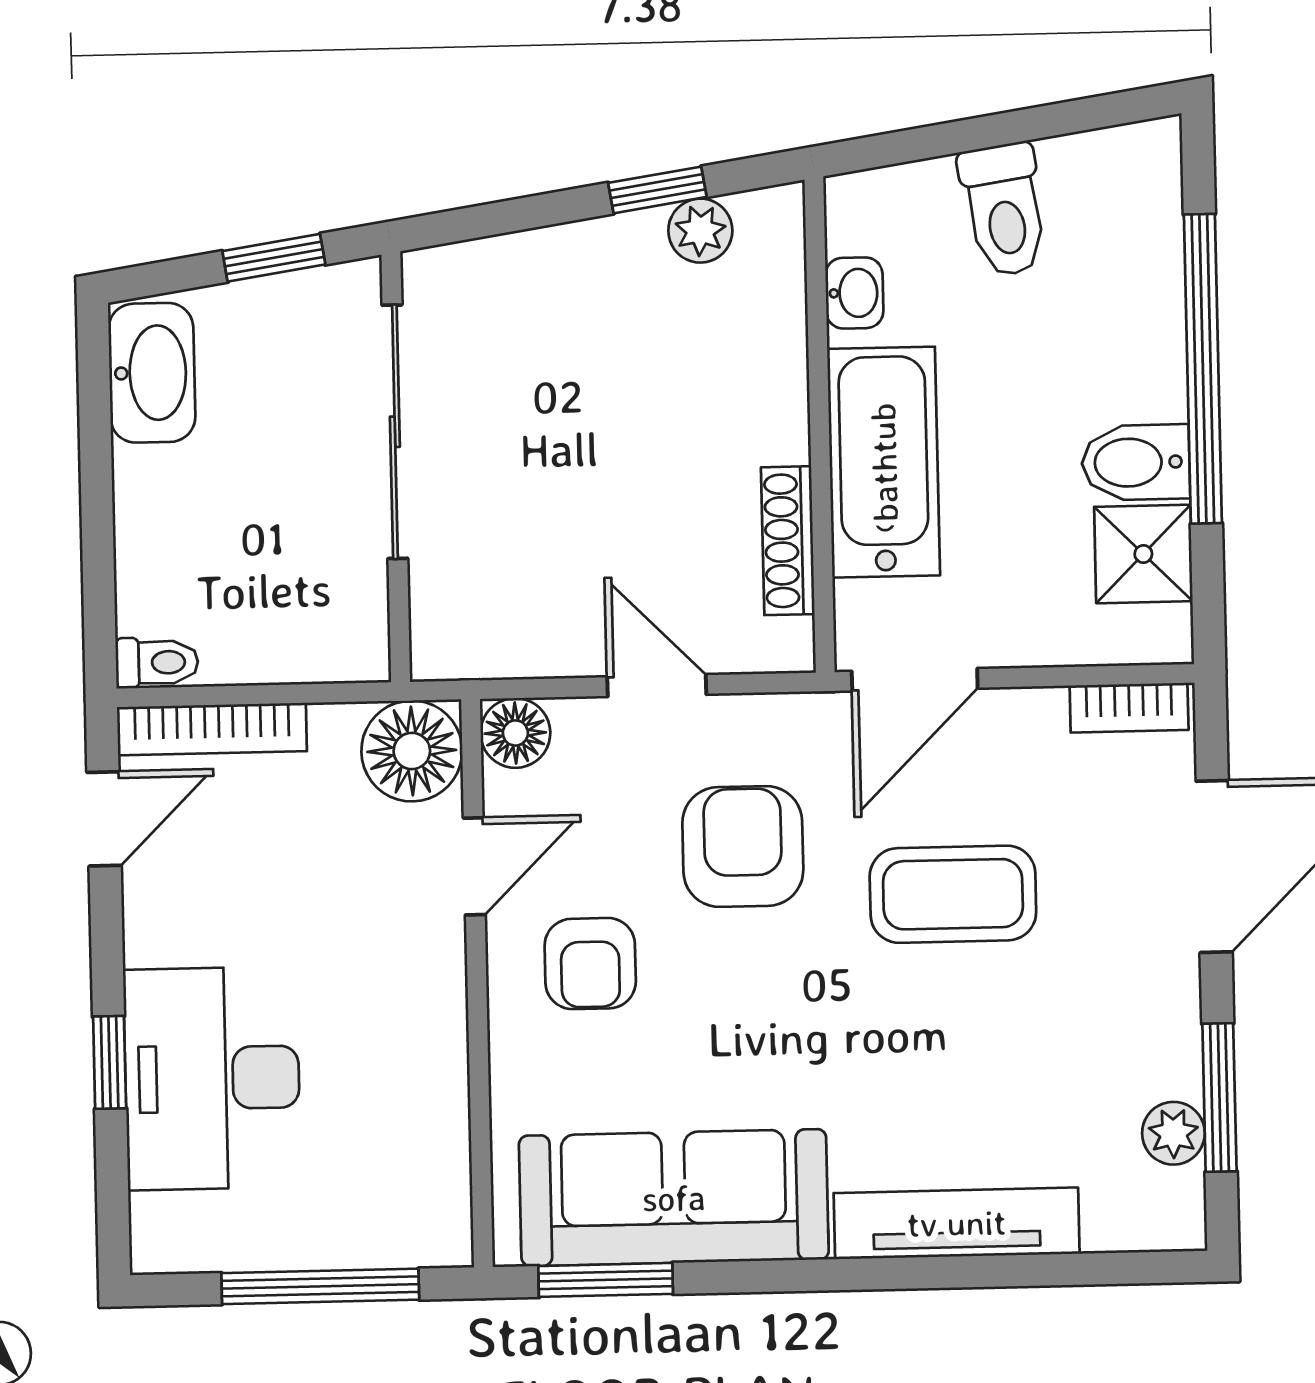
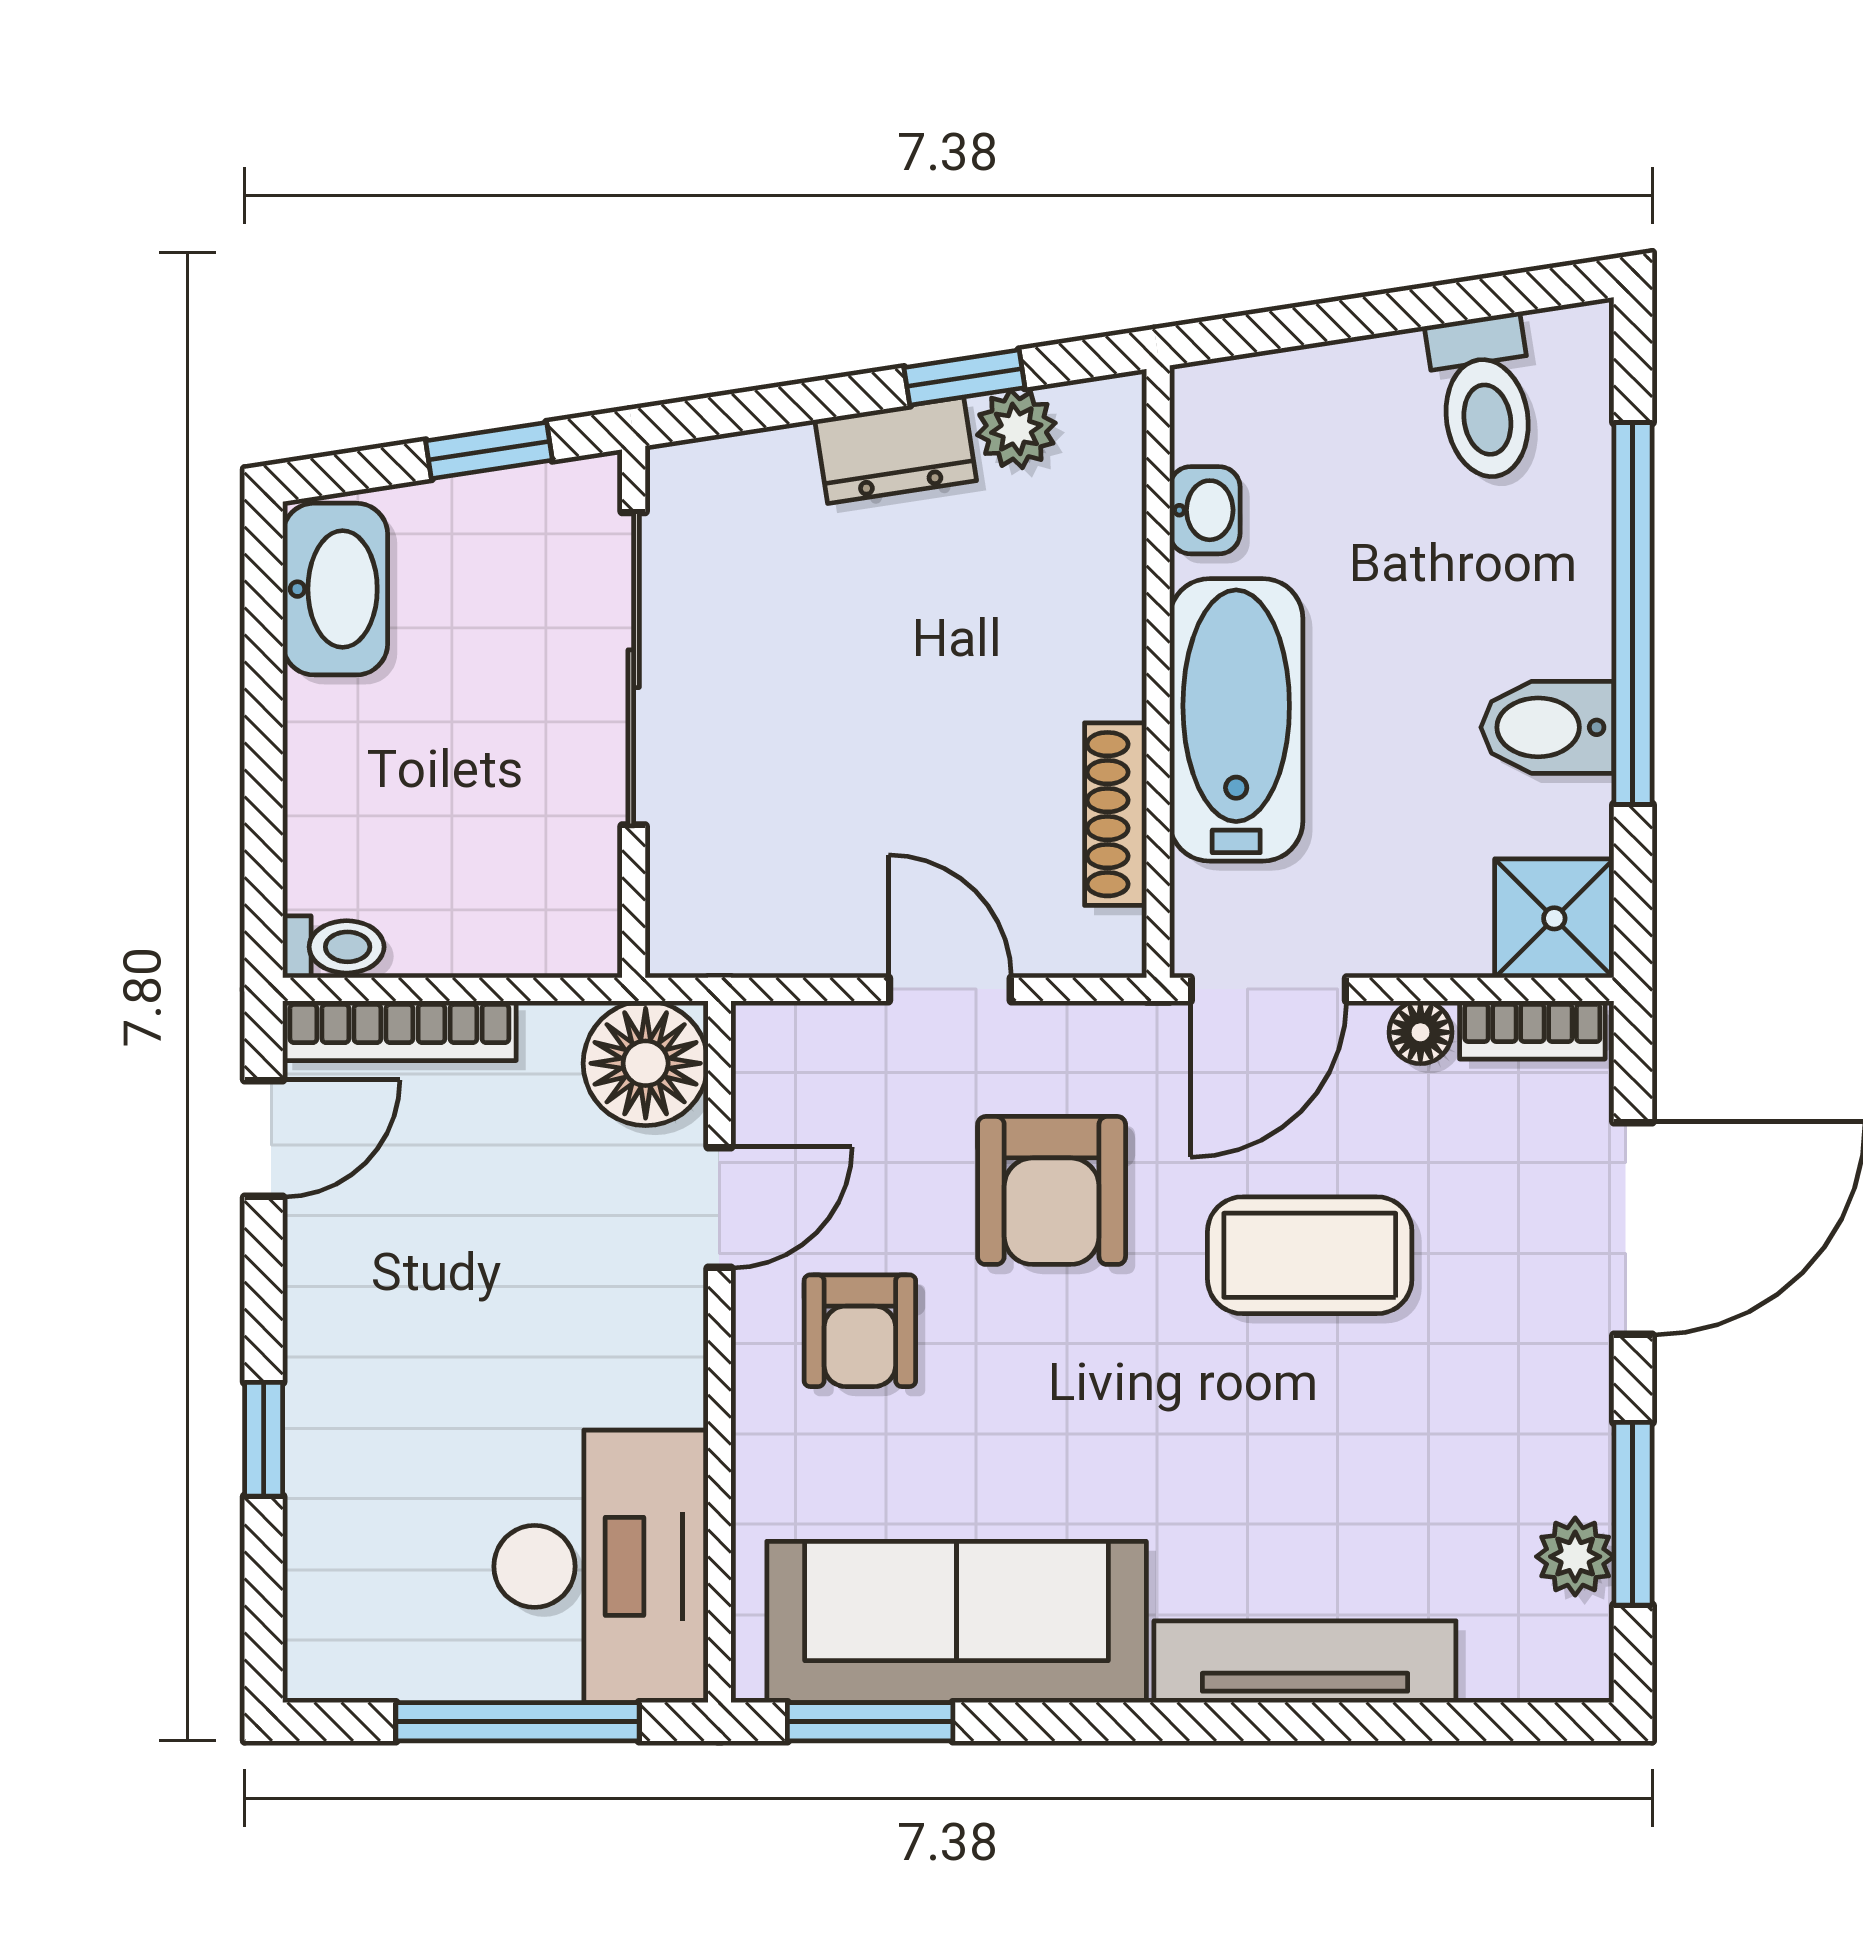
toilet: (1004, 210) -> (1484, 398), moved
dresser: (603, 250) -> (896, 450), added
shower: (1143, 554) -> (1554, 918), moved
floor lamp: (515, 733) -> (1420, 1032), moved, width x0.73, depth x0.73
armchair: (743, 847) -> (1052, 1190), turned 180
desk: (212, 1078) -> (601, 1566), moved, turned 180

